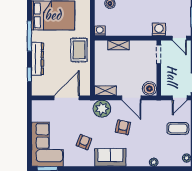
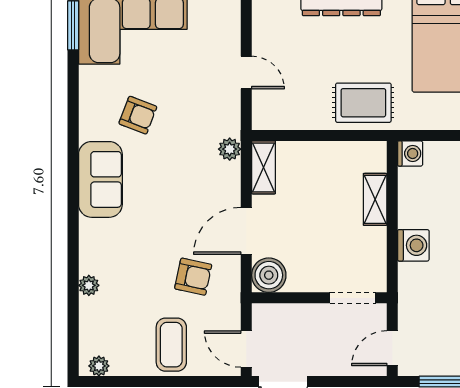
washing machine: (159, 29) -> (413, 245), moved
door: (67, 98) -> (246, 73), width x0.53
plant: (102, 109) -> (230, 149), width x0.53, depth x0.53
armchair: (123, 127) -> (193, 277), moved

